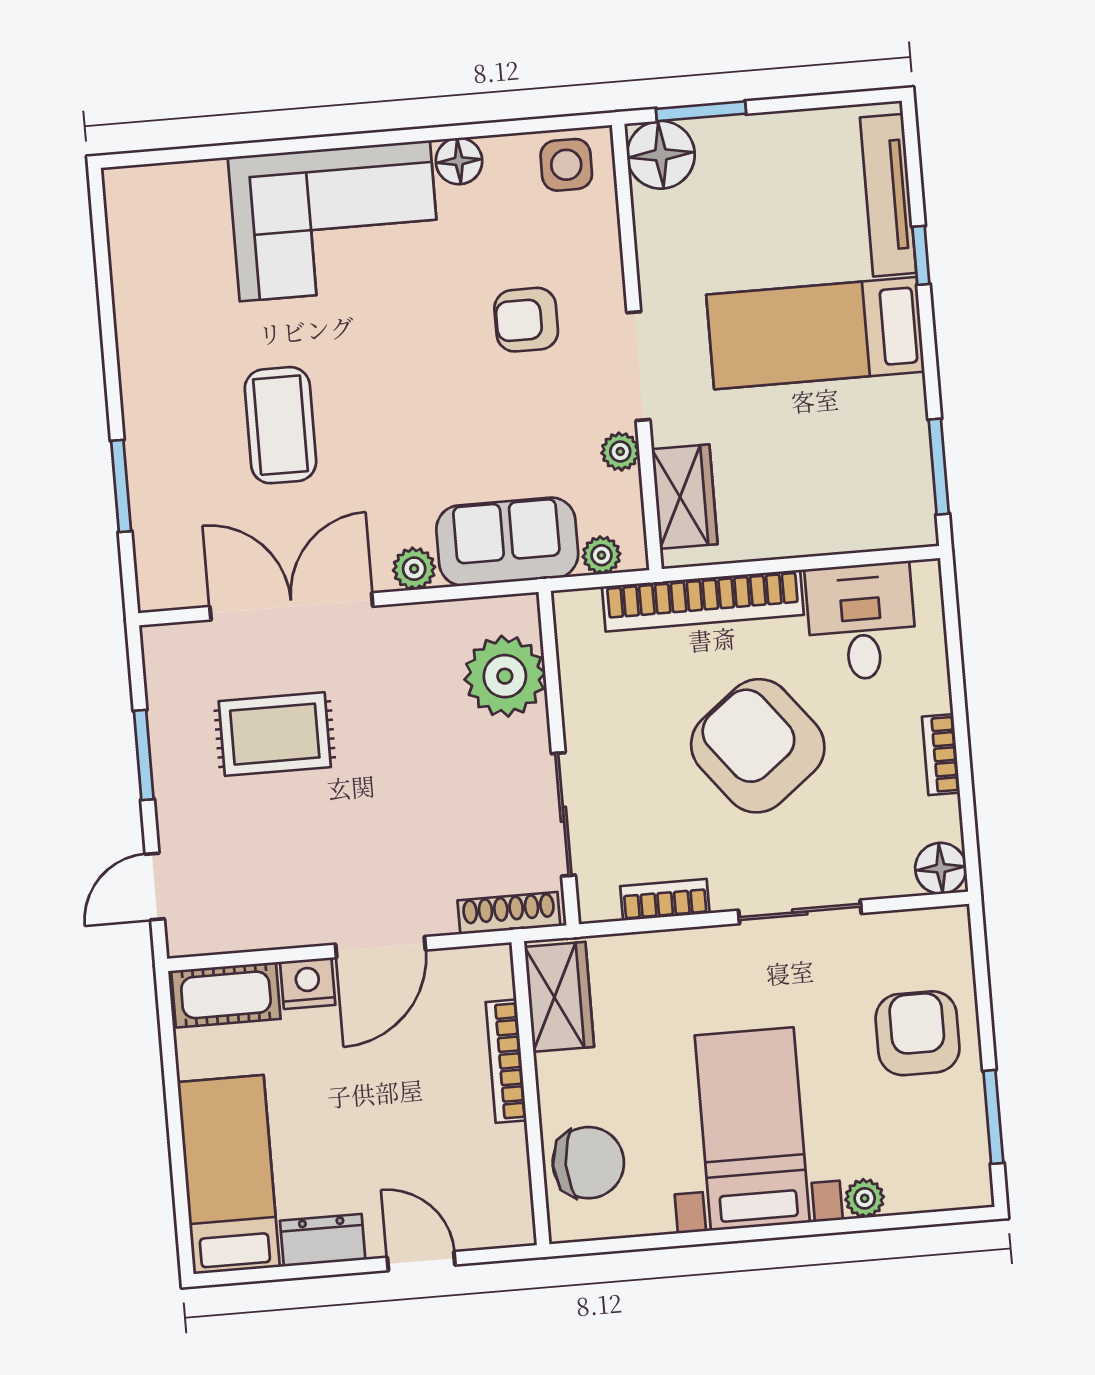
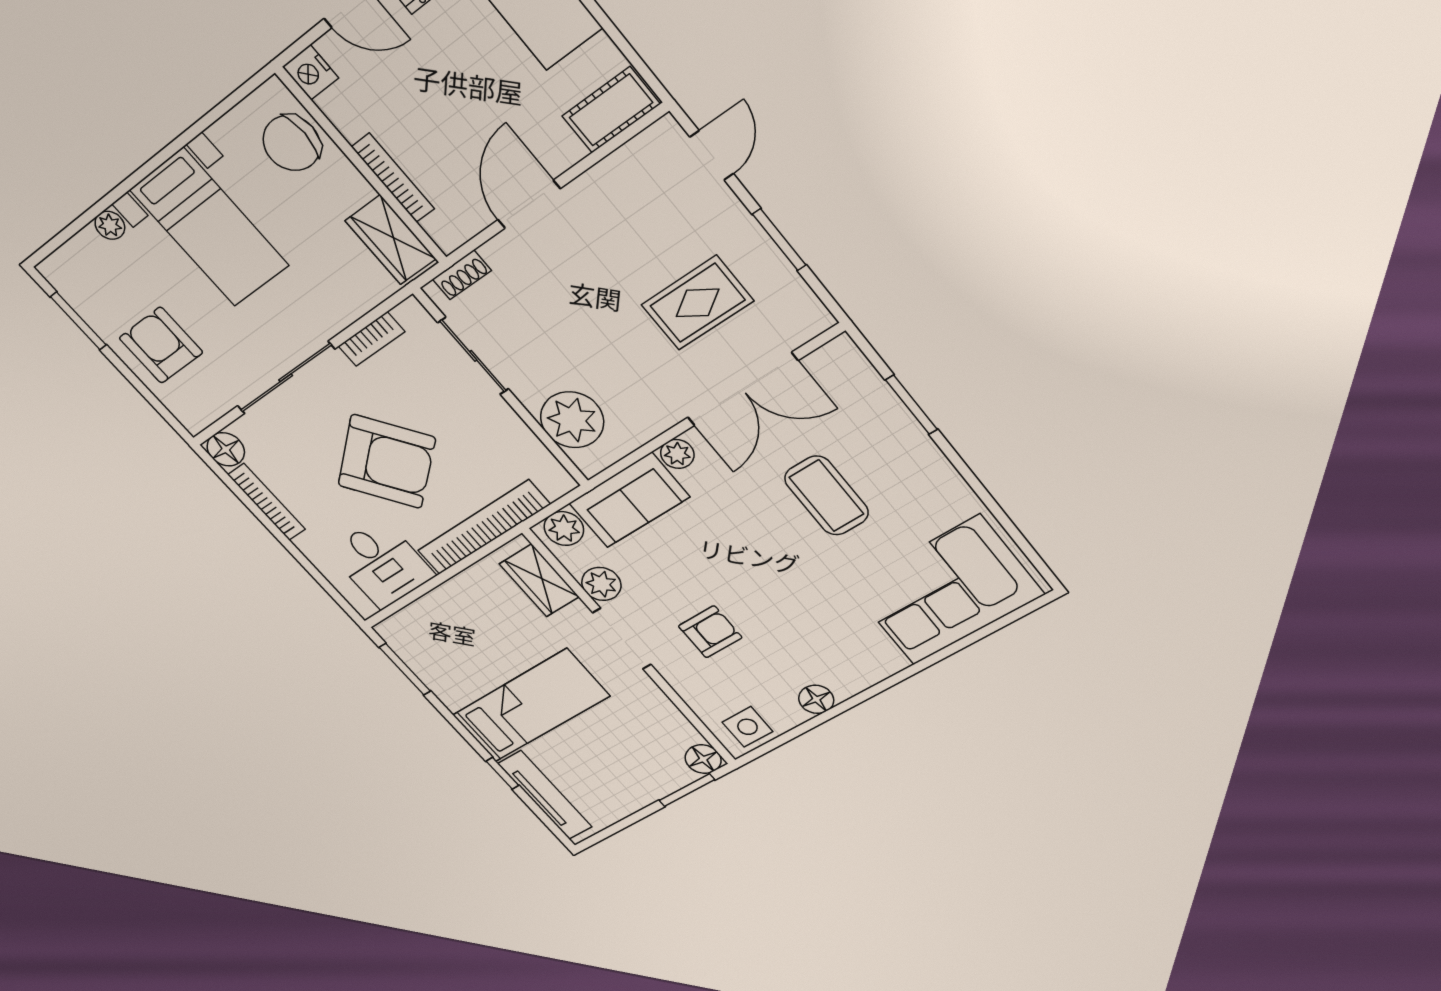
floor lamp: (661, 155) -> (703, 759), width x0.73, depth x0.73
corner sofa: (335, 221) -> (946, 591), moved
plant: (620, 452) -> (601, 584), width x1.38, depth x1.38
plant: (602, 555) -> (564, 528), width x1.38, depth x1.38
bookcase: (941, 755) -> (267, 502), width x1.56
sliding door: (800, 912) -> (286, 378), width x1.37
shoe rack: (509, 913) -> (462, 275), width x0.70
nightstand: (308, 983) -> (310, 72), moved, turned 90
armchair: (918, 1033) -> (161, 345), turned 180

